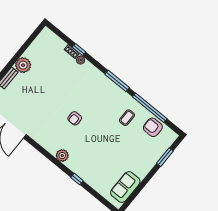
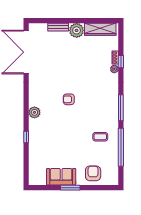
wardrobe: (38, 45) -> (100, 29), added
armchair: (153, 127) -> (93, 173), moved
window: (165, 157) -> (70, 188), moved
sofa: (125, 187) -> (61, 177), moved

